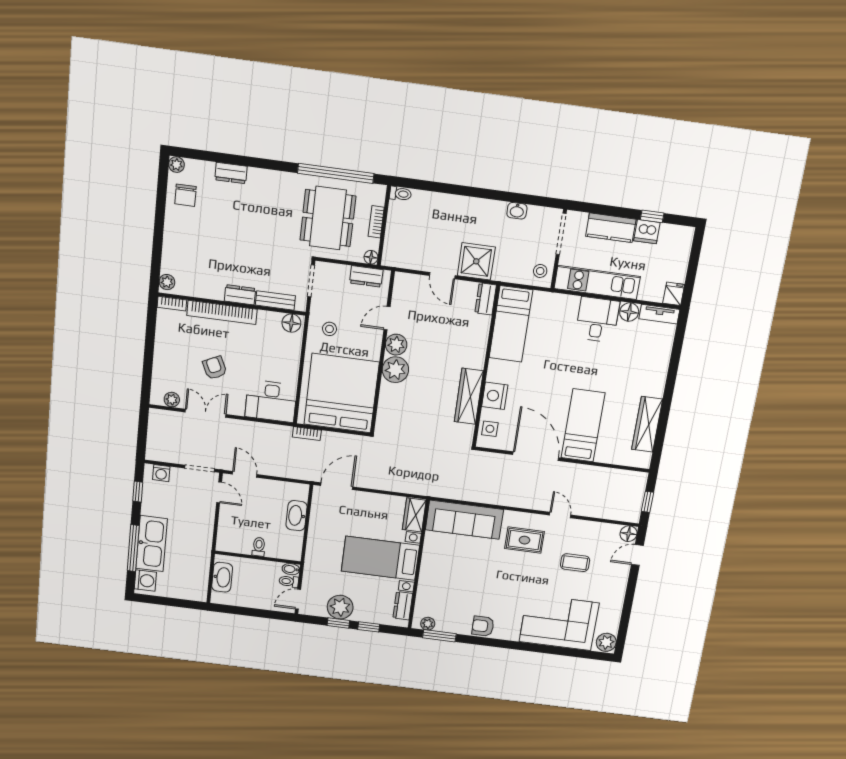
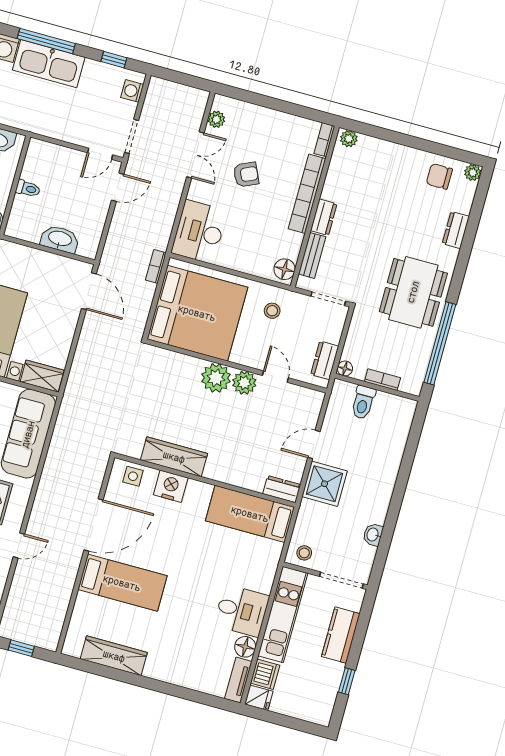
toilet: (400, 194) -> (363, 402), moved, width x1.37, depth x1.39
dining table: (328, 218) -> (413, 292), moved, turned 90
dishwasher: (647, 232) -> (265, 674), moved, turned 180

